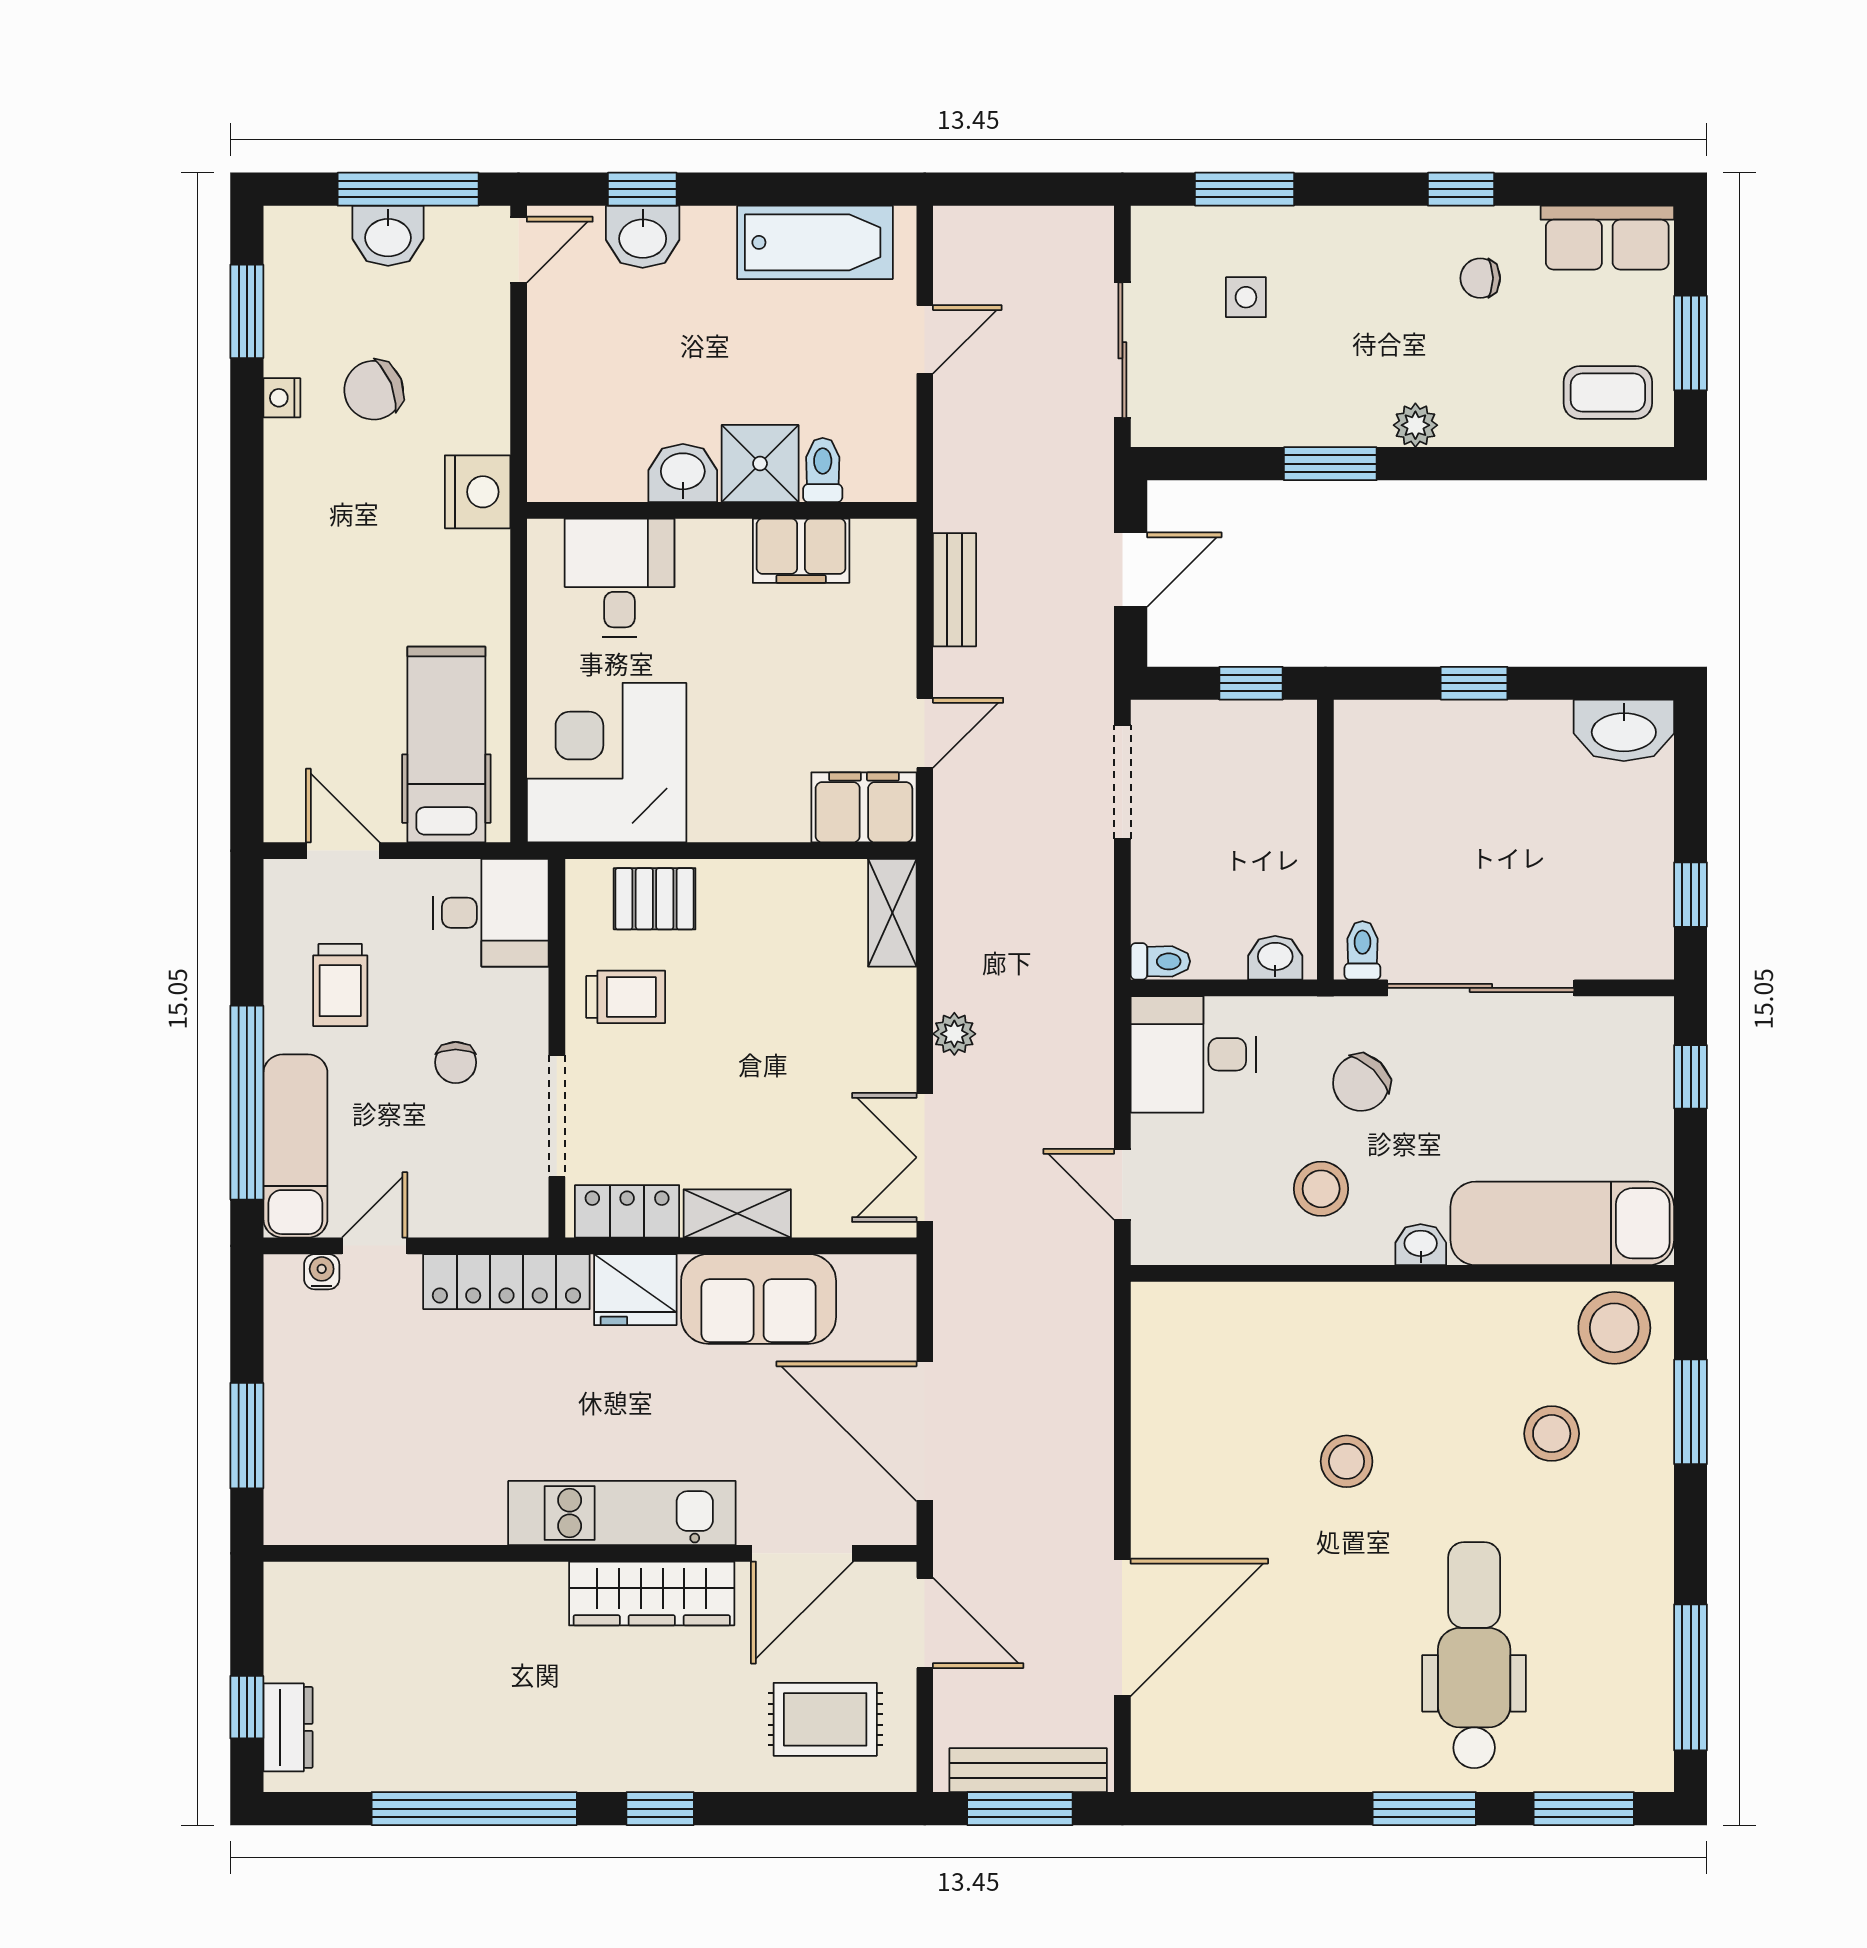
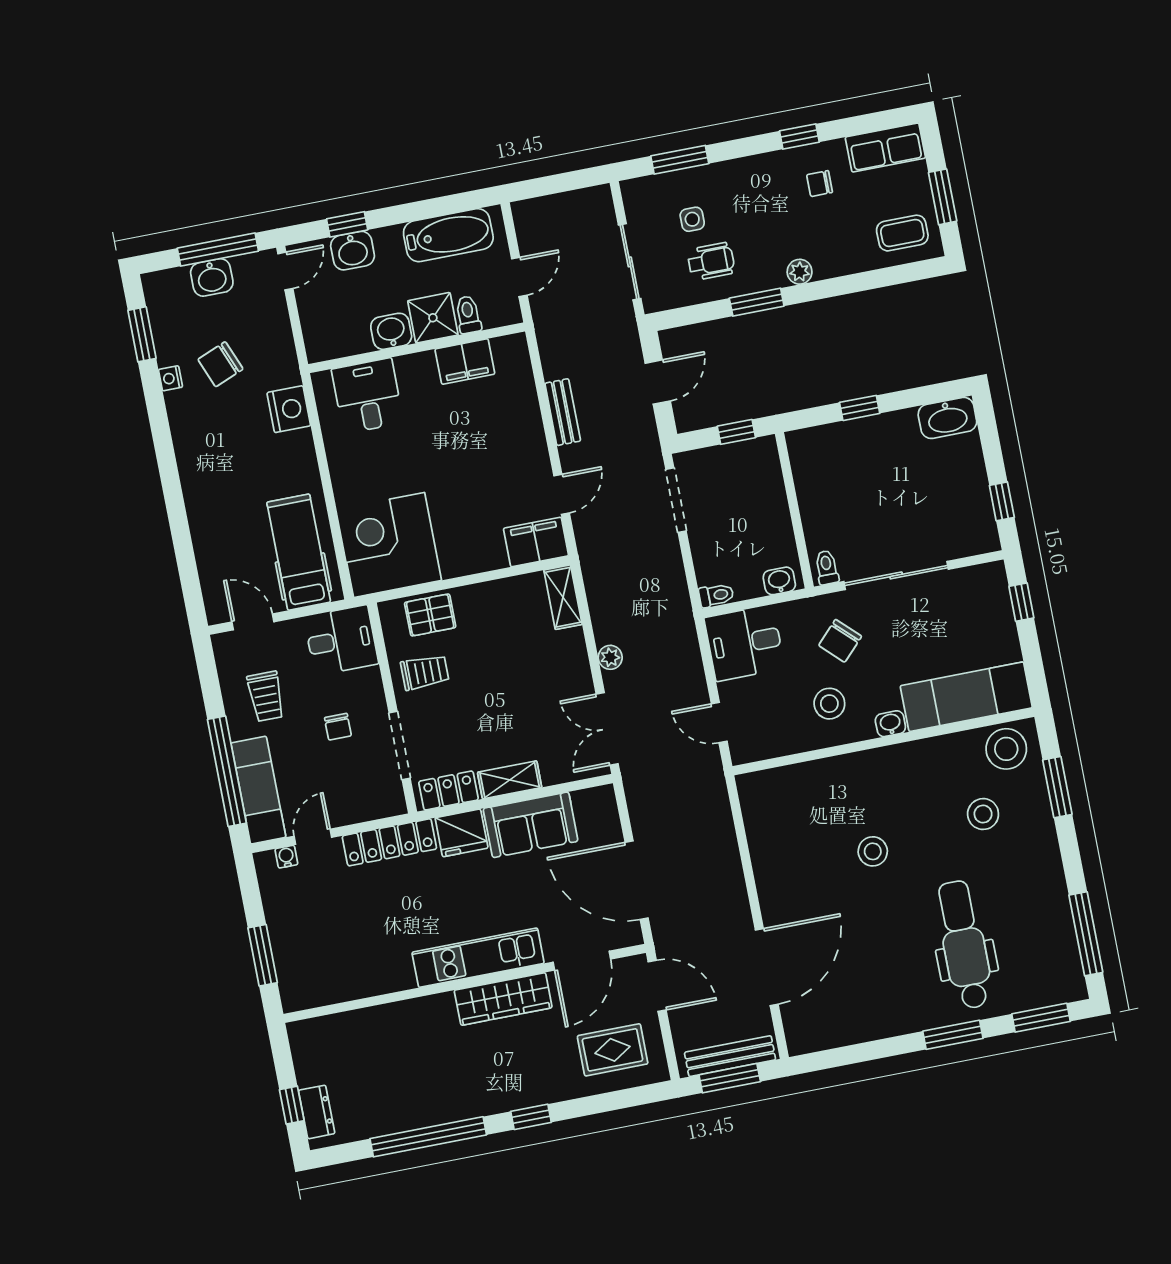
wheelchair: (1265, 377) -> (711, 261), added
shower: (760, 464) -> (433, 318), moved
toilet: (823, 470) -> (468, 315), moved
washbasin: (683, 473) -> (391, 331), moved
wall: (722, 510) -> (417, 348), moved
filing cabinet: (801, 551) -> (465, 362), moved
desk: (619, 578) -> (367, 396), moved

